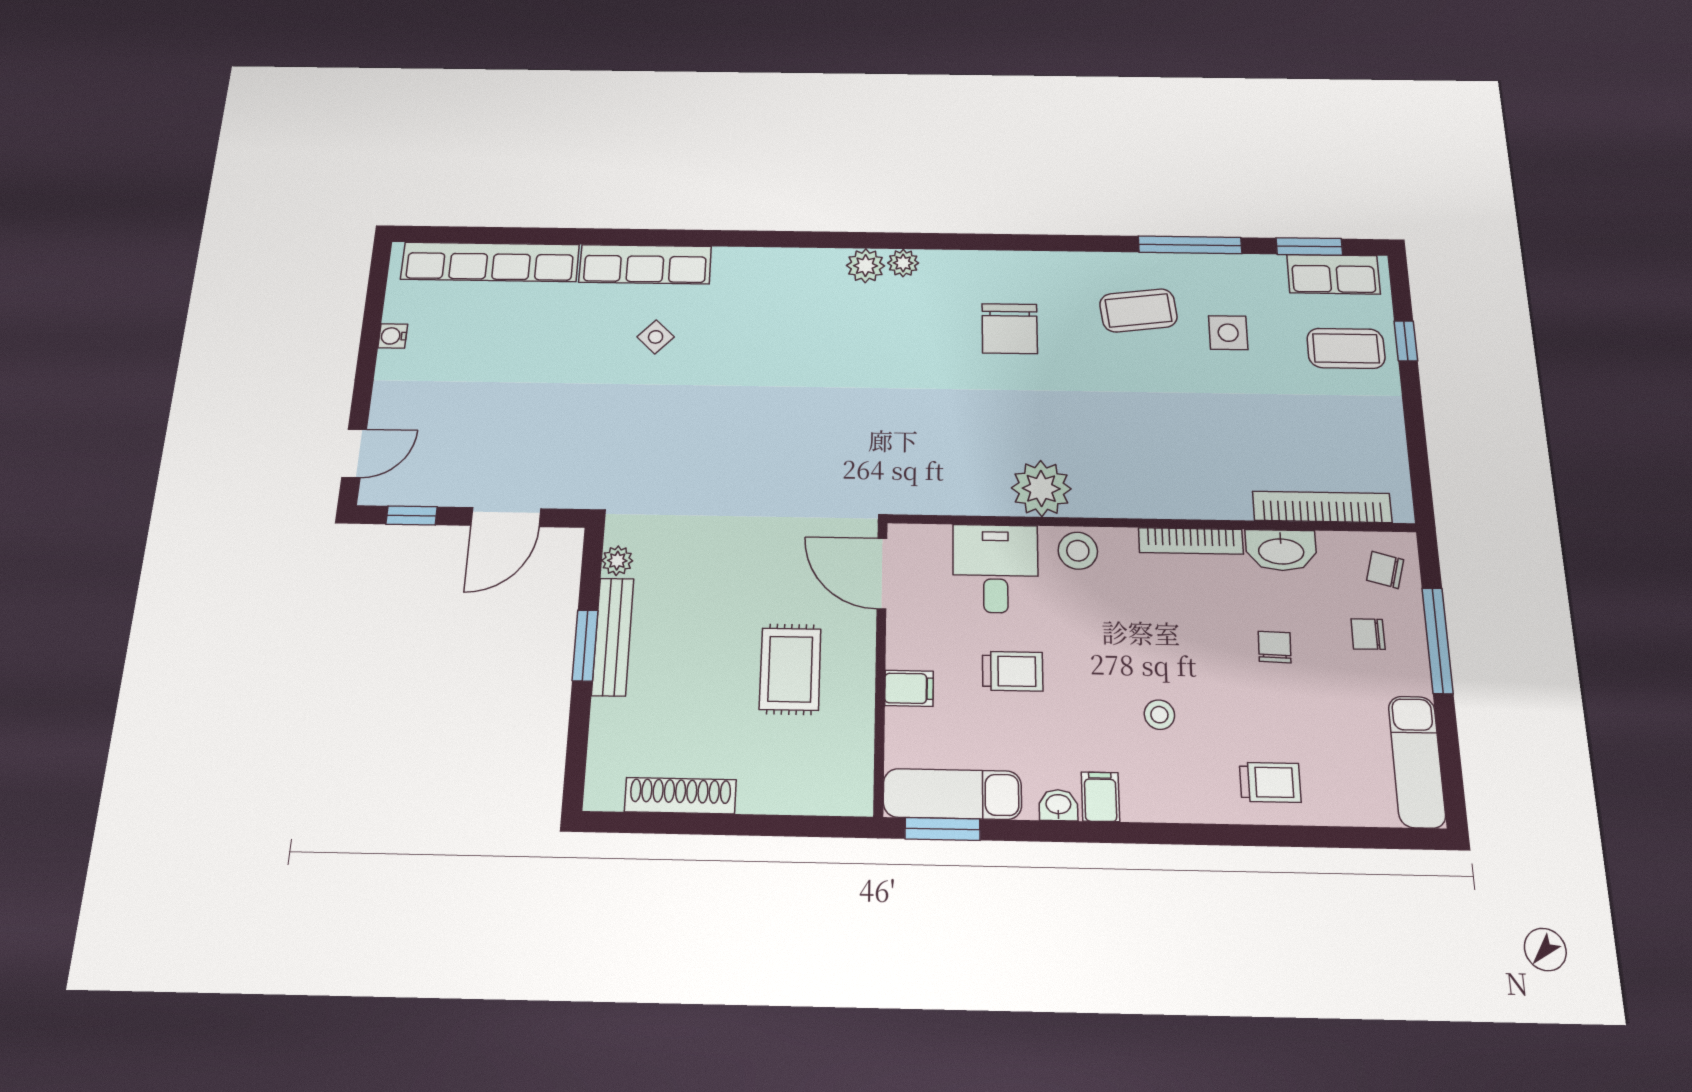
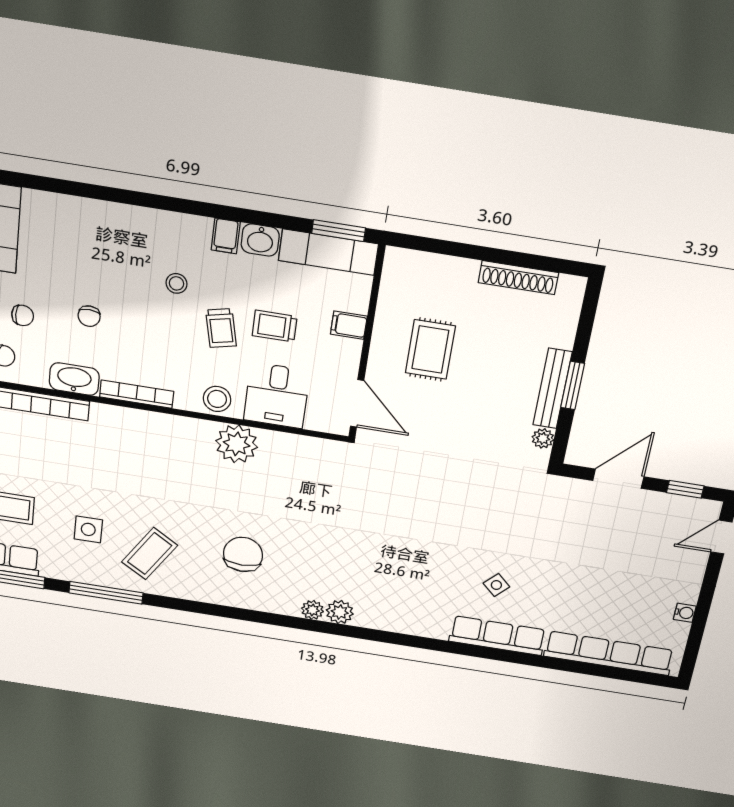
coffee table: (1138, 310) -> (150, 554), turned -51
trolley: (1270, 782) -> (221, 328), moved, turned -103
washbasin: (1058, 805) -> (260, 240), width x1.38, depth x1.45

